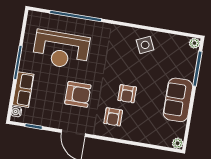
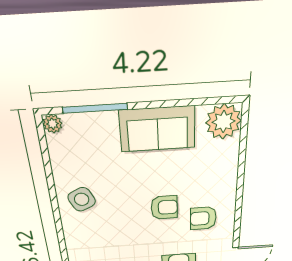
armchair: (113, 117) -> (203, 218), turned 180
plant: (178, 143) -> (224, 122), width x1.87, depth x1.87

